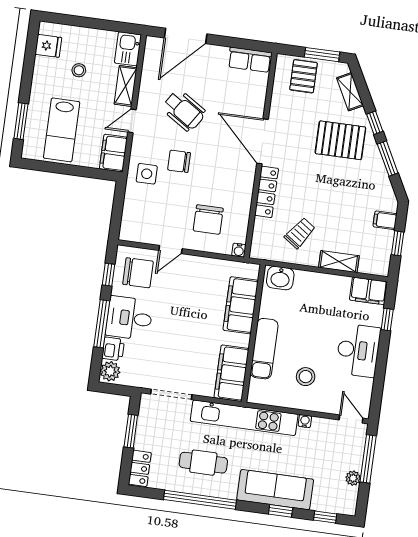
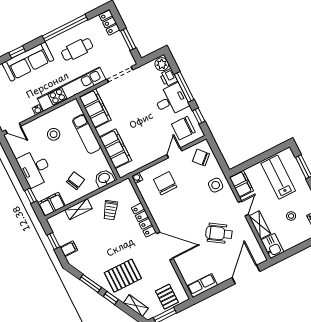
chair: (179, 161) -> (201, 157), moved, turned -132
chair: (318, 300) -> (75, 181), added

